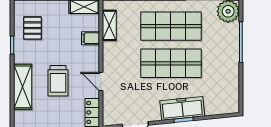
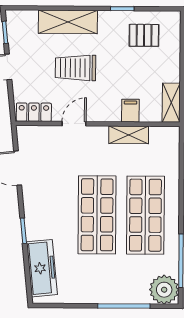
shelving: (109, 25) -> (129, 135), moved
freezer: (182, 108) -> (42, 268), moved

